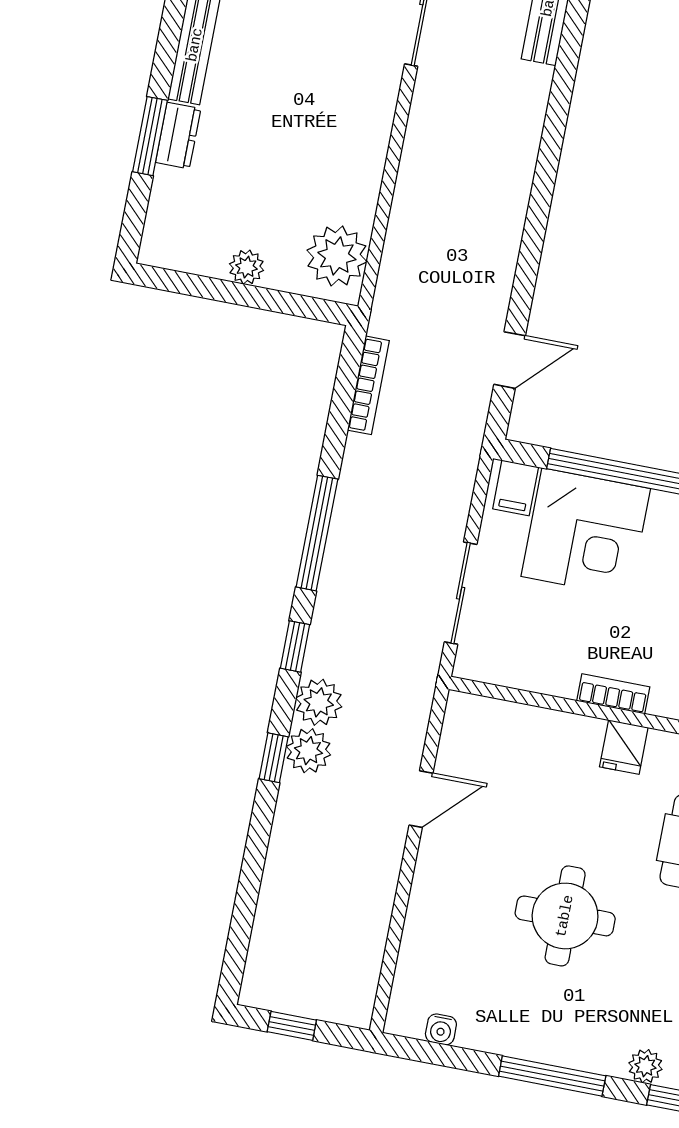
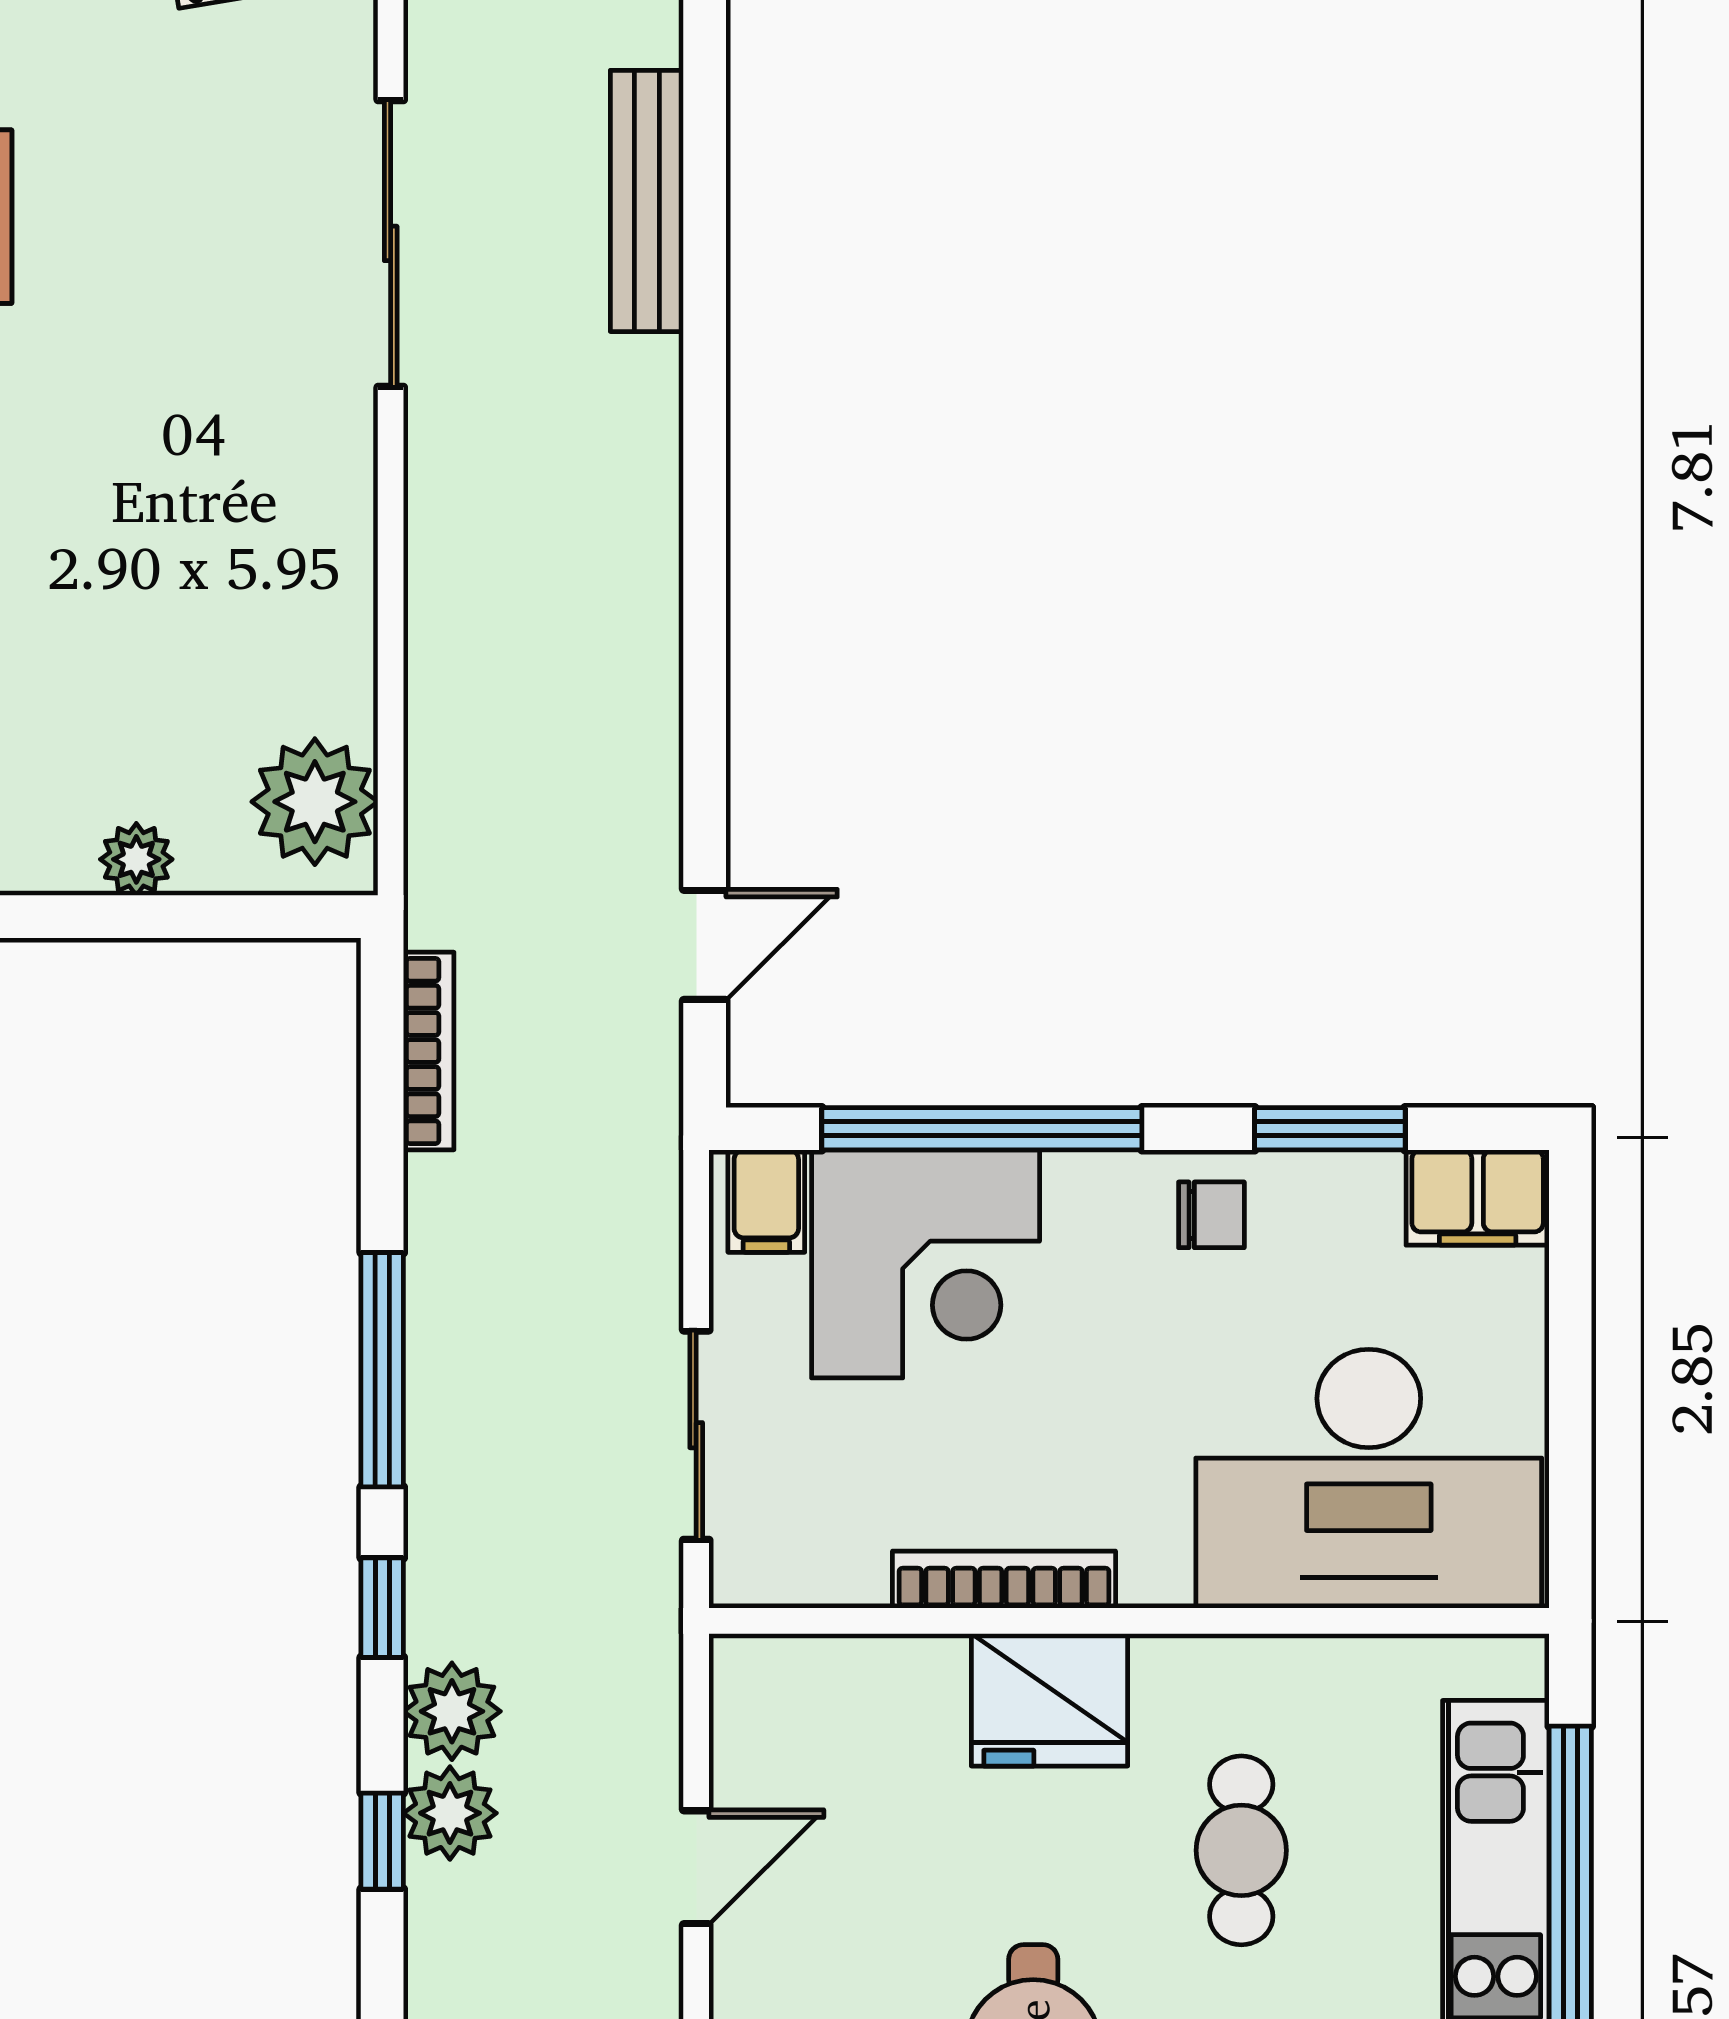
bookcase: (613, 694) -> (1004, 1580), width x1.56
fridge: (624, 747) -> (1049, 1700), width x1.88, depth x1.34

